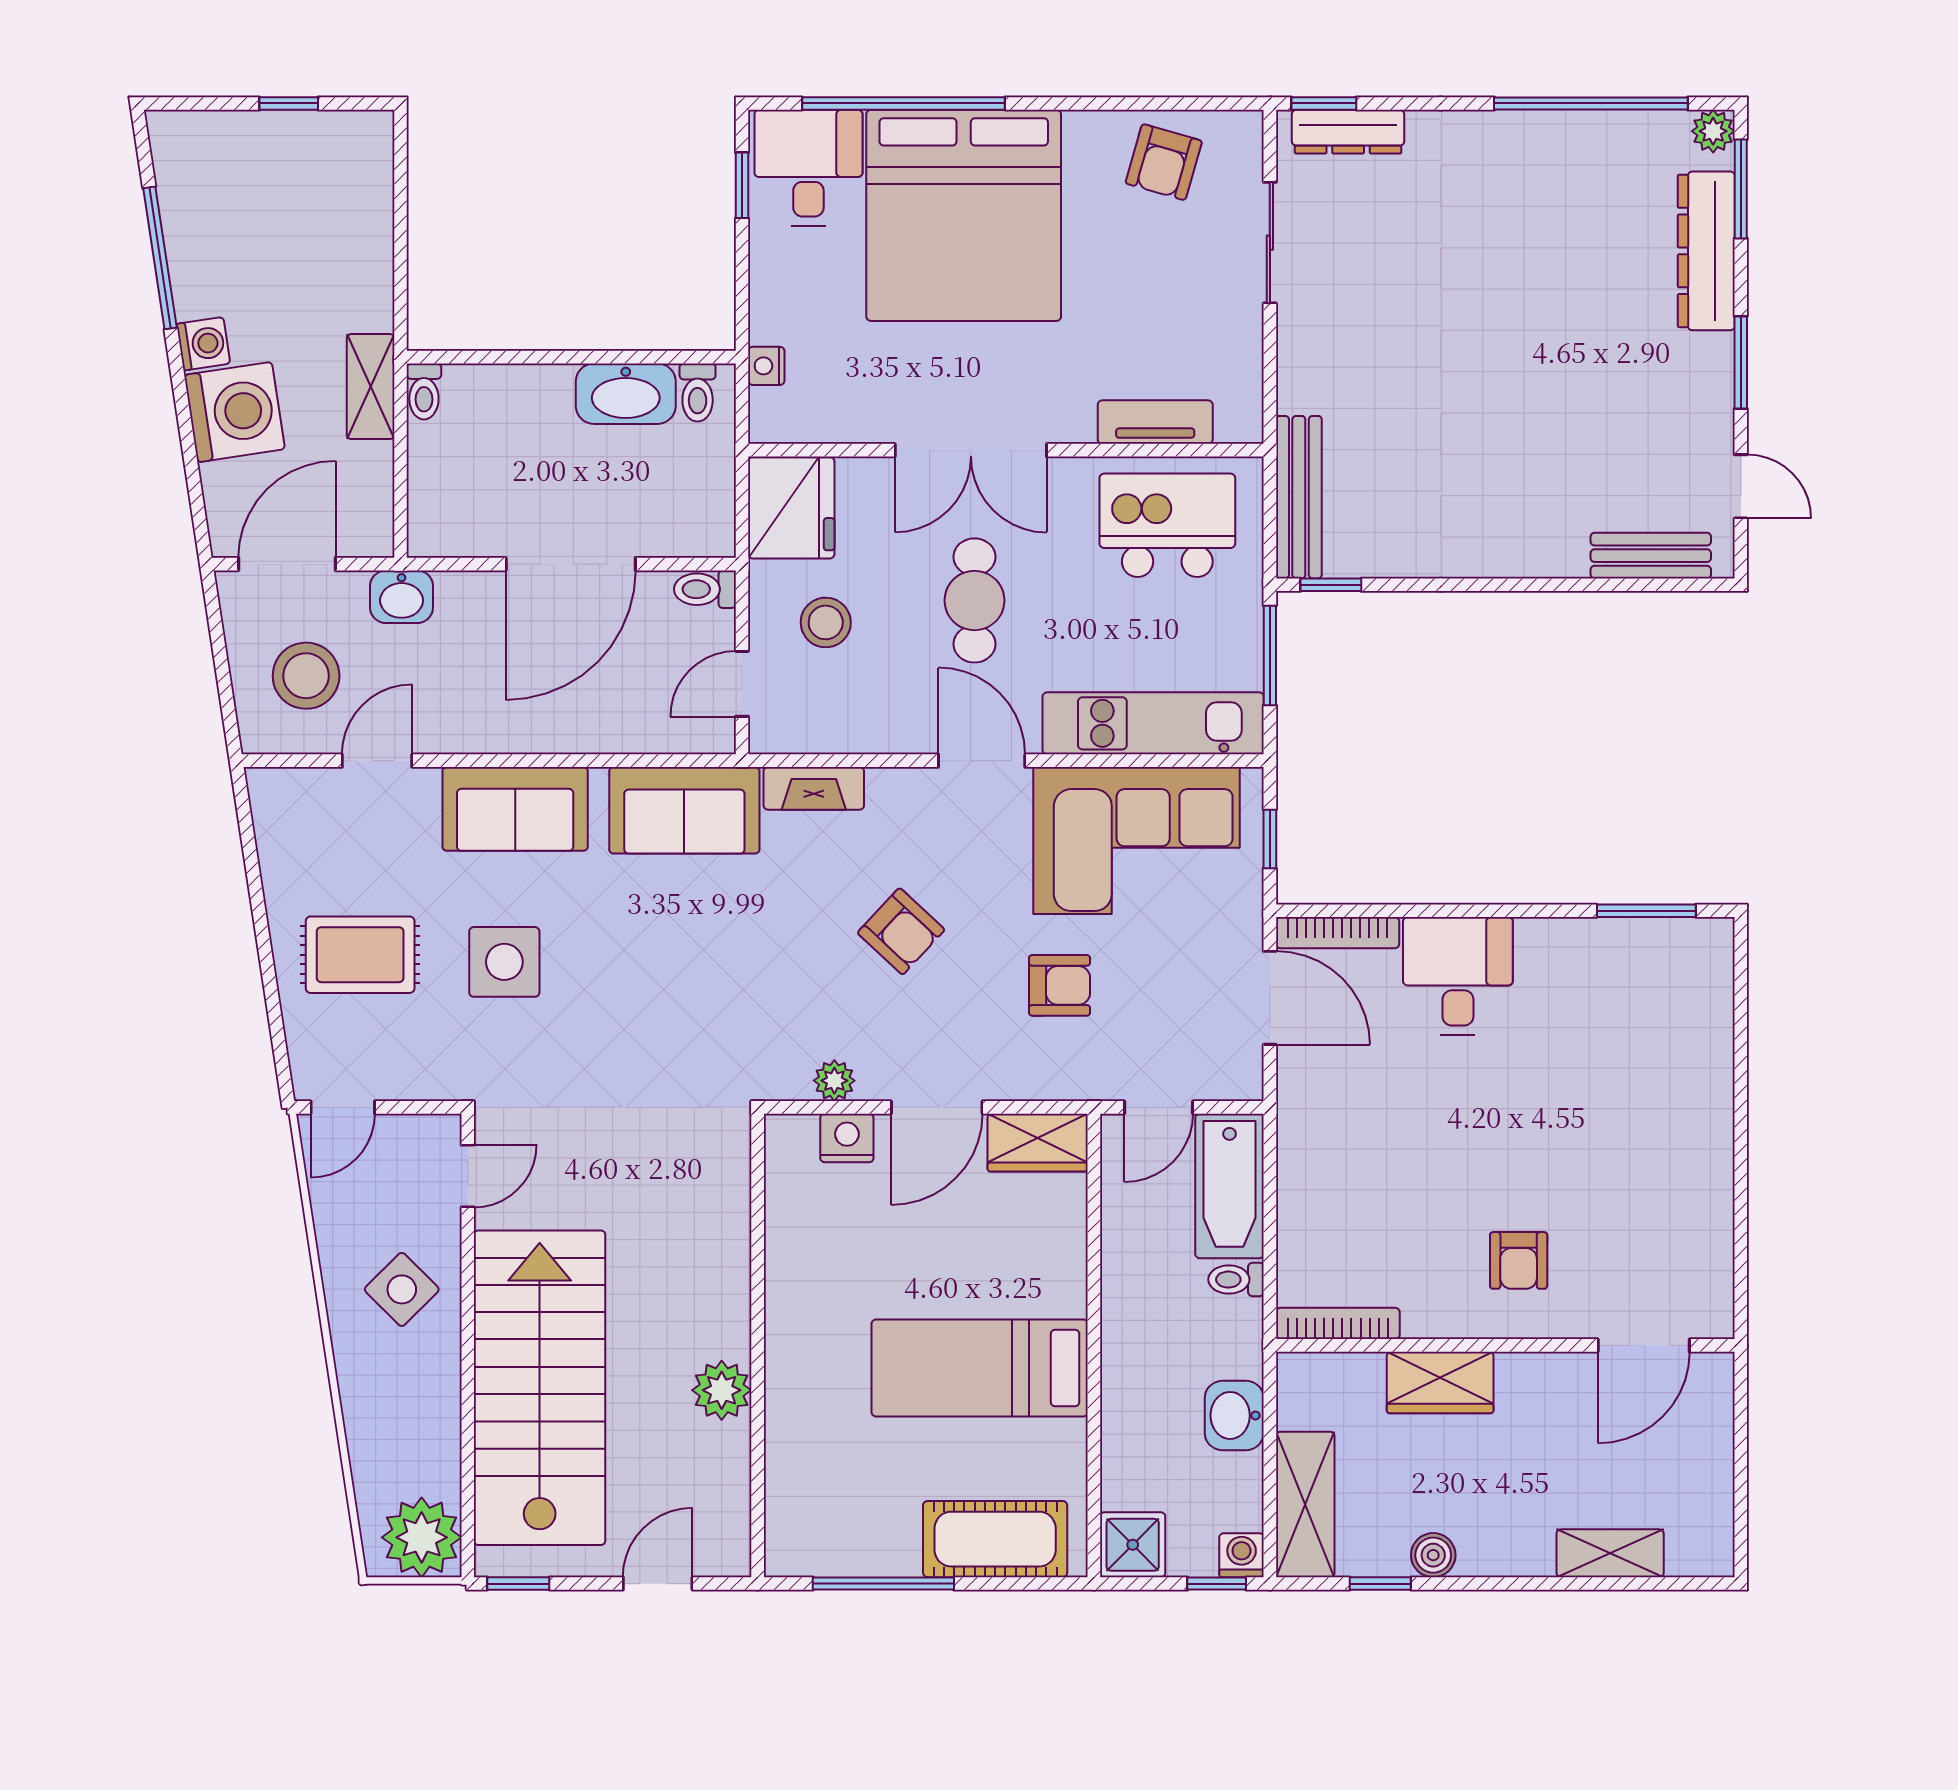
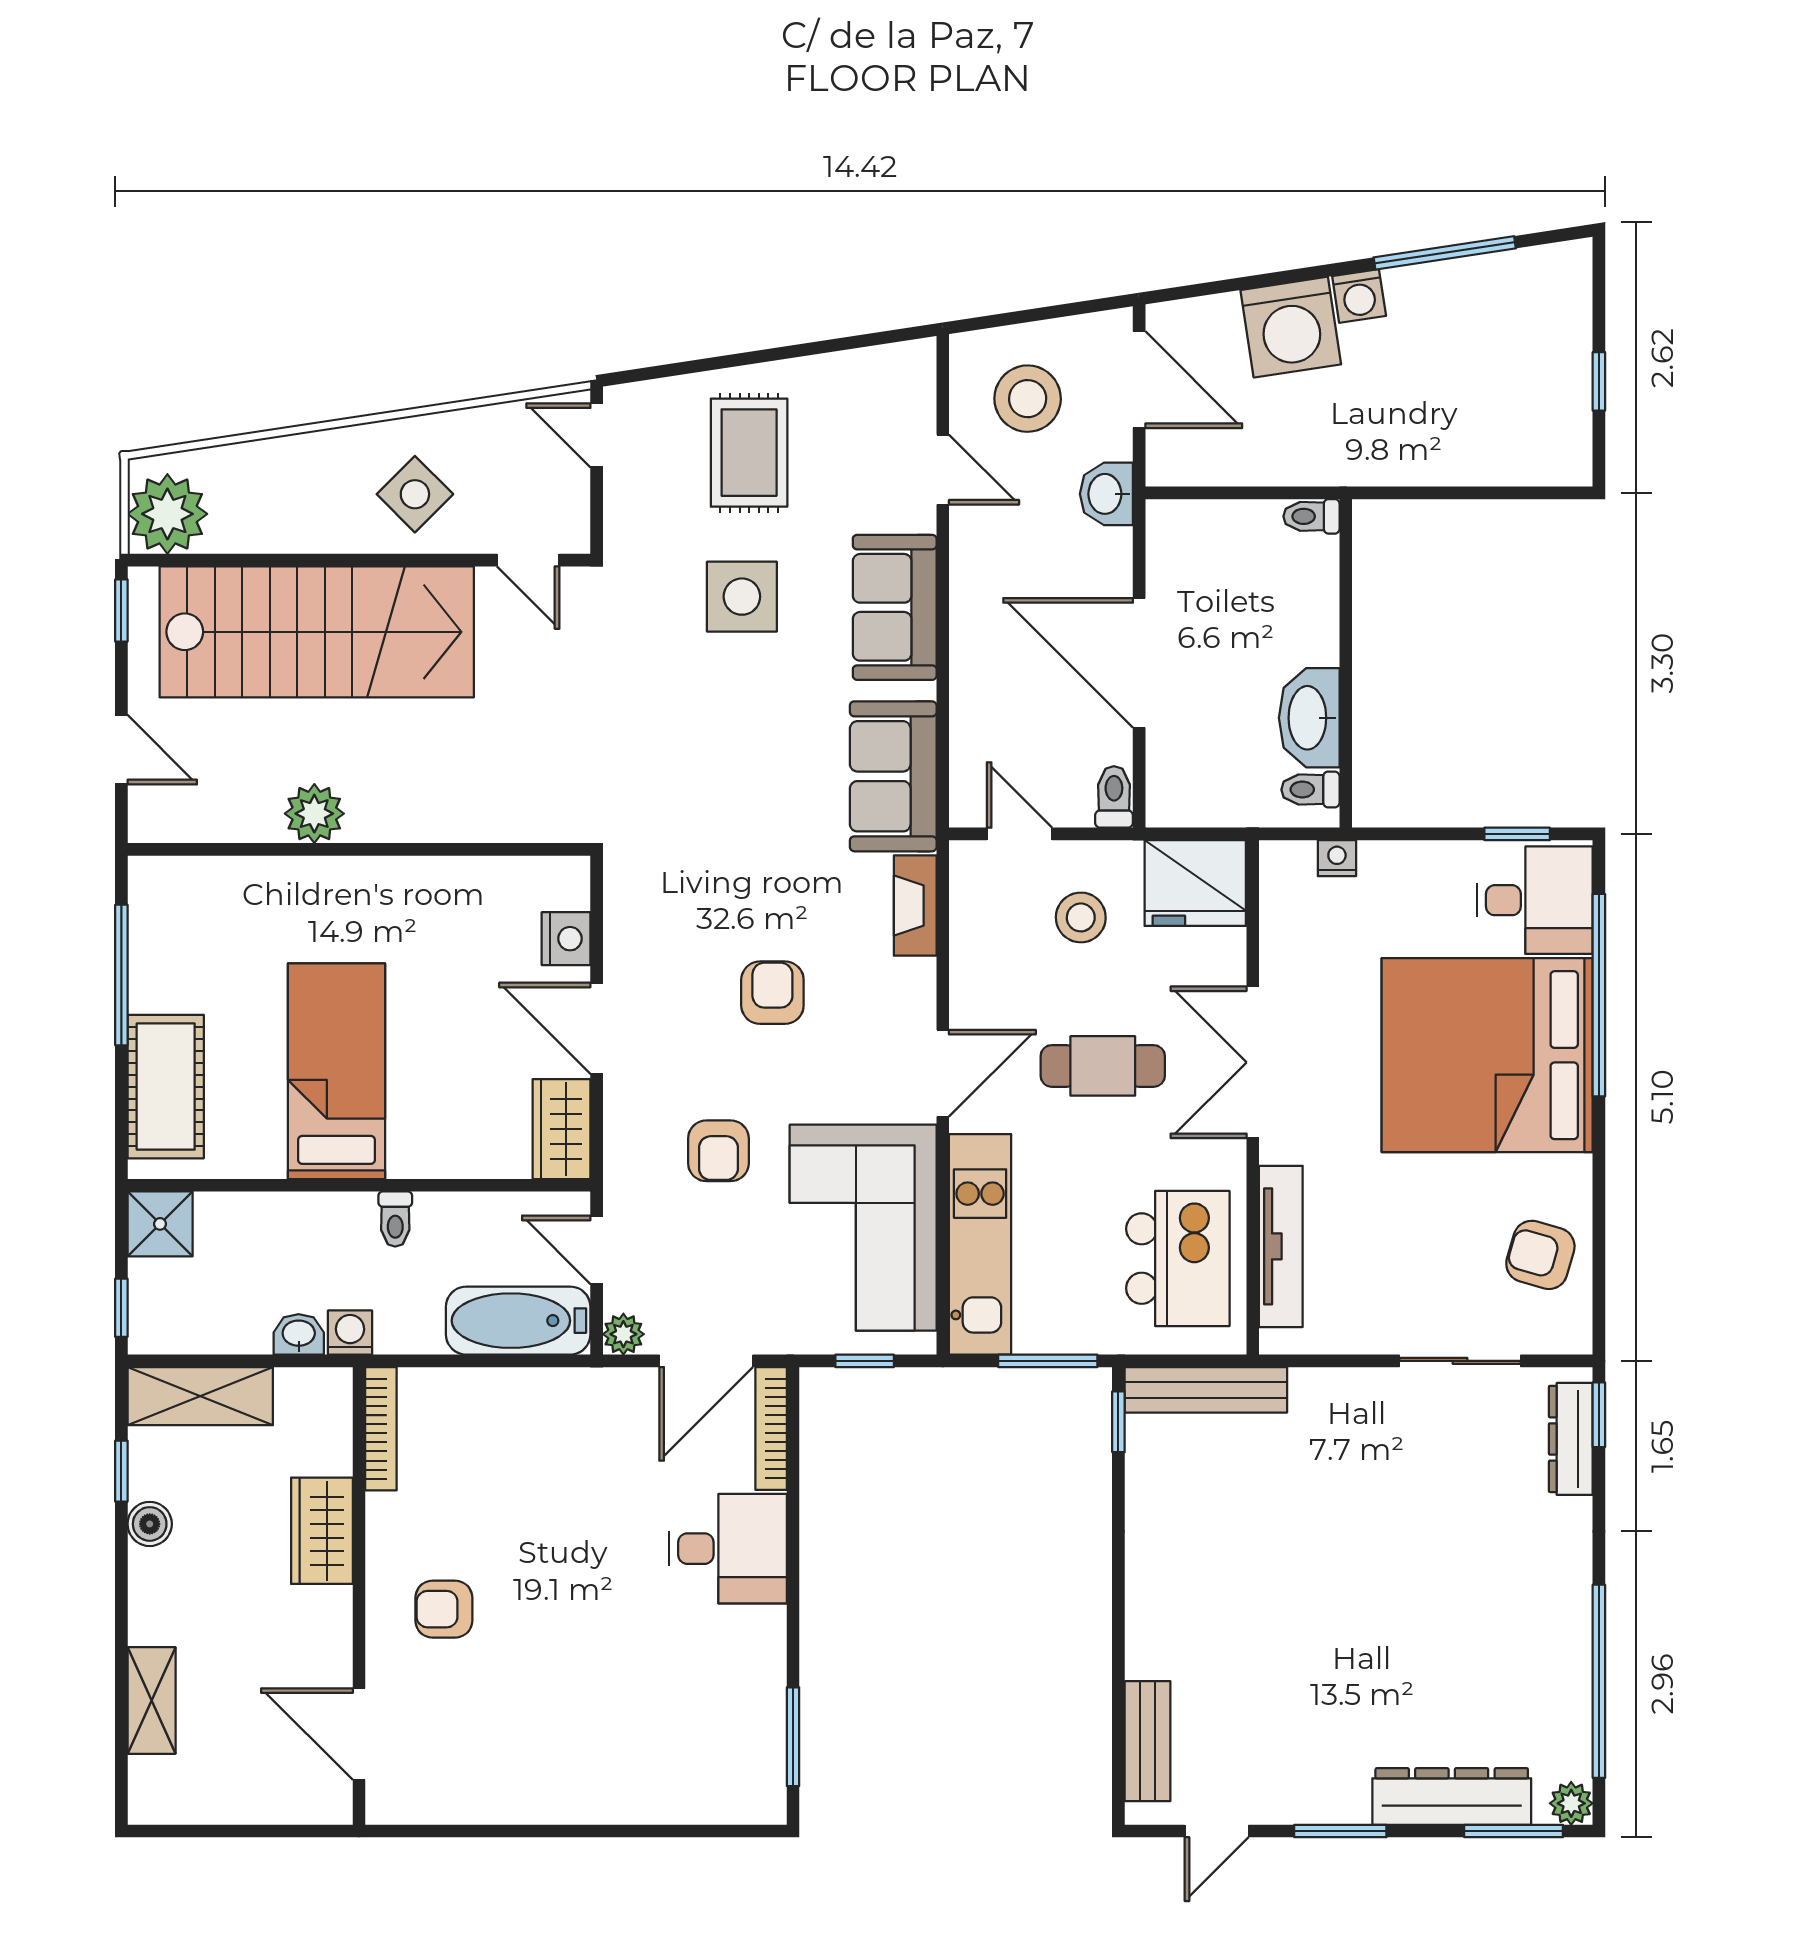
shelving: (371, 387) -> (1316, 463), removed
tv unit: (1155, 422) -> (1281, 1246), width x1.41
armchair: (901, 931) -> (772, 993), turned 137
plant: (834, 1081) -> (623, 1334), moved
toilet: (1236, 1280) -> (395, 1219), moved, turned 180
washbasin: (1234, 1415) -> (299, 1334), width x0.72, depth x0.69
washing machine: (1242, 1555) -> (350, 1333), moved, turned -90

